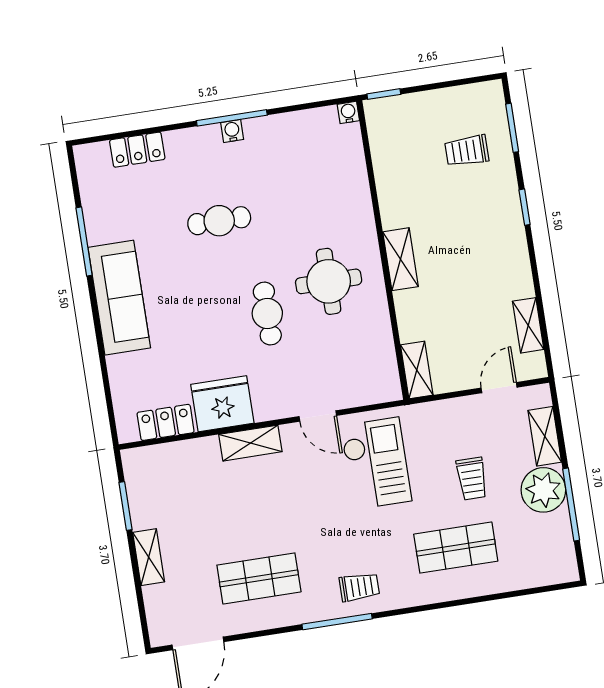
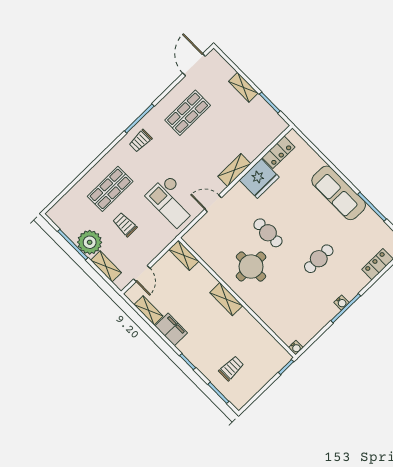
filing cabinet: (515, 273) -> (171, 329), added

